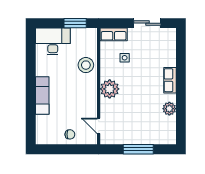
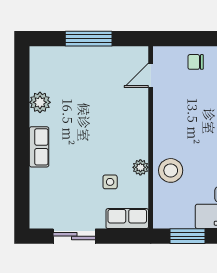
plant: (110, 89) -> (140, 167), moved, width x0.53, depth x0.53
door: (99, 126) -> (151, 75), swing flipped

